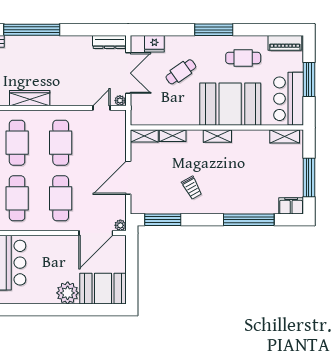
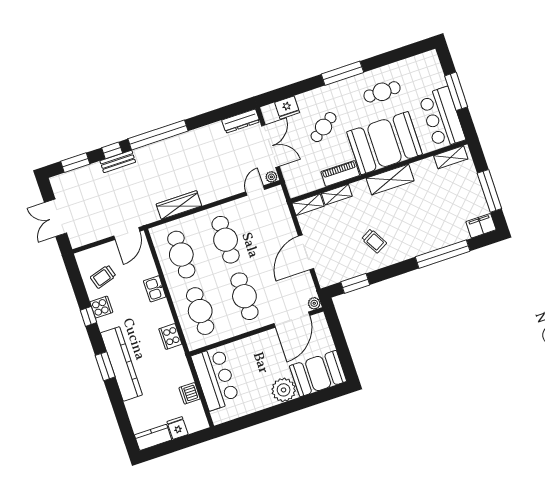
piano: (285, 43) -> (340, 174), moved, turned 180
shelving: (217, 136) -> (390, 179), width x1.50, depth x1.33
window: (163, 220) -> (355, 283), width x0.69

